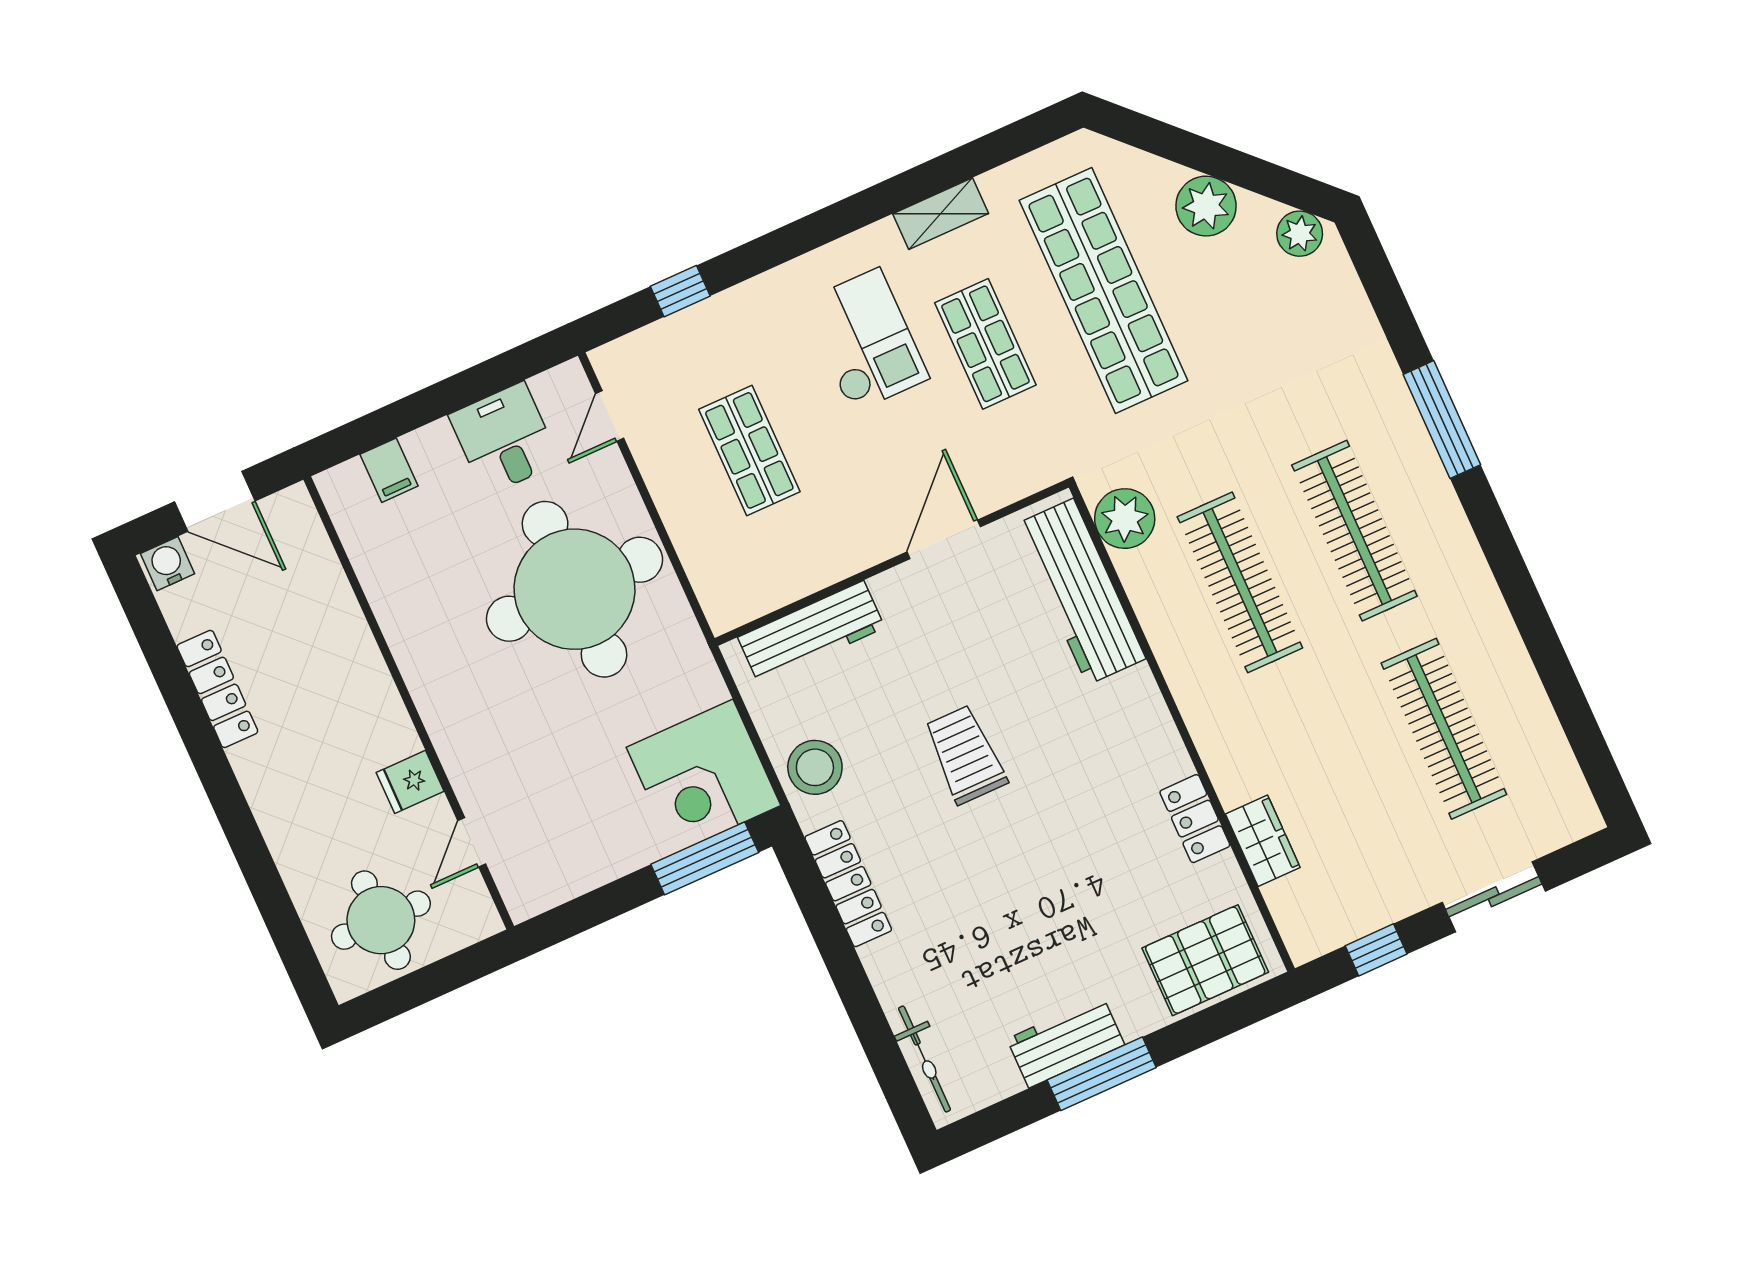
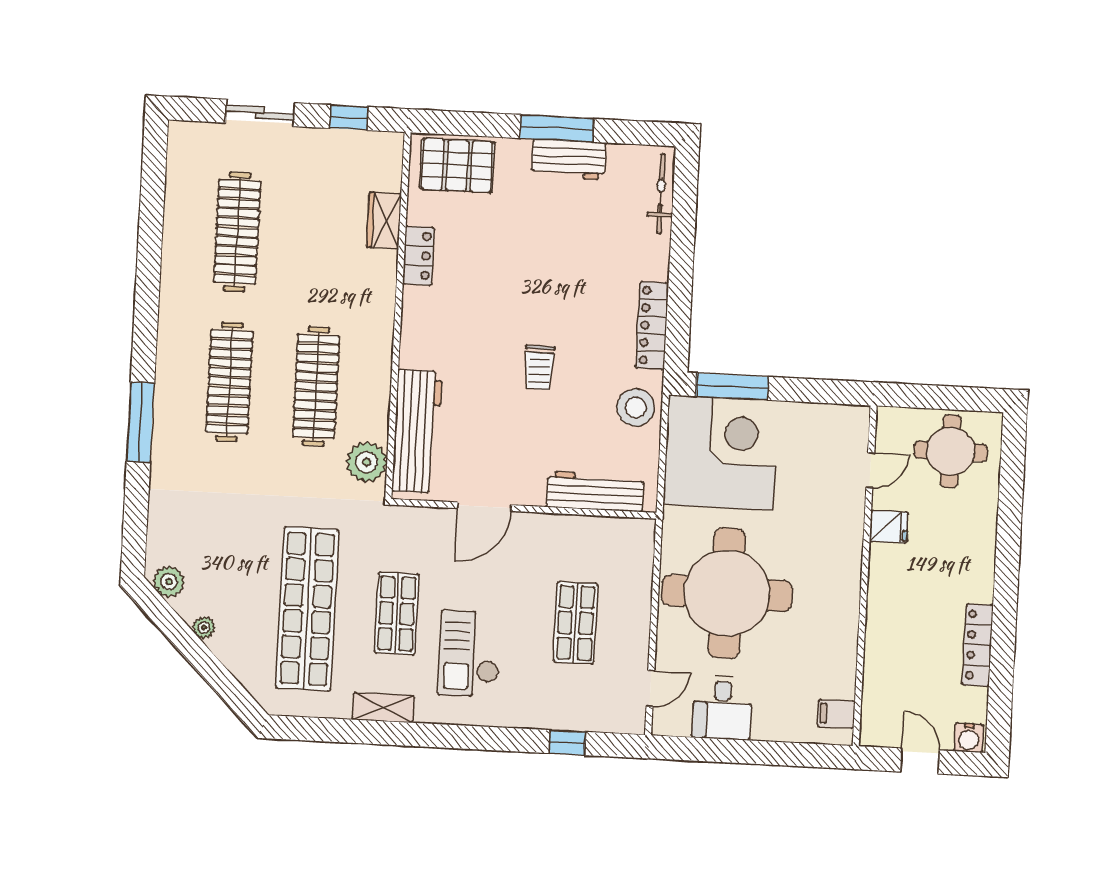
plant: (1206, 206) -> (204, 627), width x0.53, depth x0.53
filing cabinet: (389, 470) -> (836, 714), moved, turned -90
door: (215, 501) -> (920, 761), width x0.73
trolley: (965, 755) -> (539, 368), width x0.73, depth x0.72
corner desk: (704, 776) -> (721, 453), width x1.36, depth x1.36

